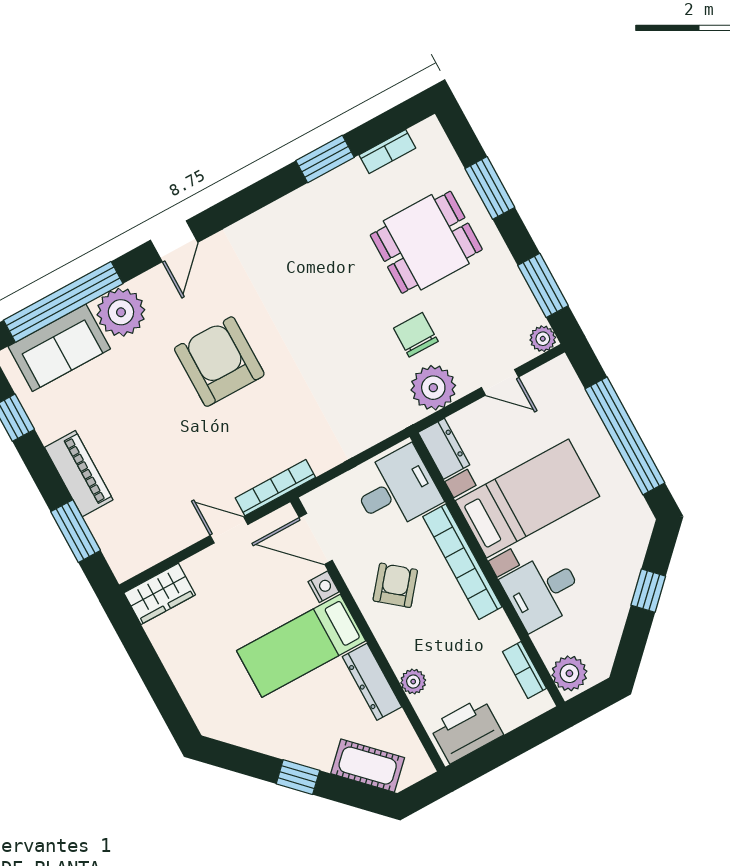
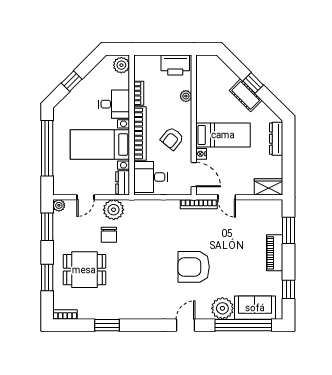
bookcase: (387, 152) -> (65, 315), moved
armchair: (219, 362) -> (194, 267), turned 90
door: (500, 382) -> (86, 197), swing flipped
bookcase: (524, 670) -> (139, 93), moved
dresser: (372, 682) -> (276, 139), moved, turned 180
cot: (368, 766) -> (246, 95), moved

